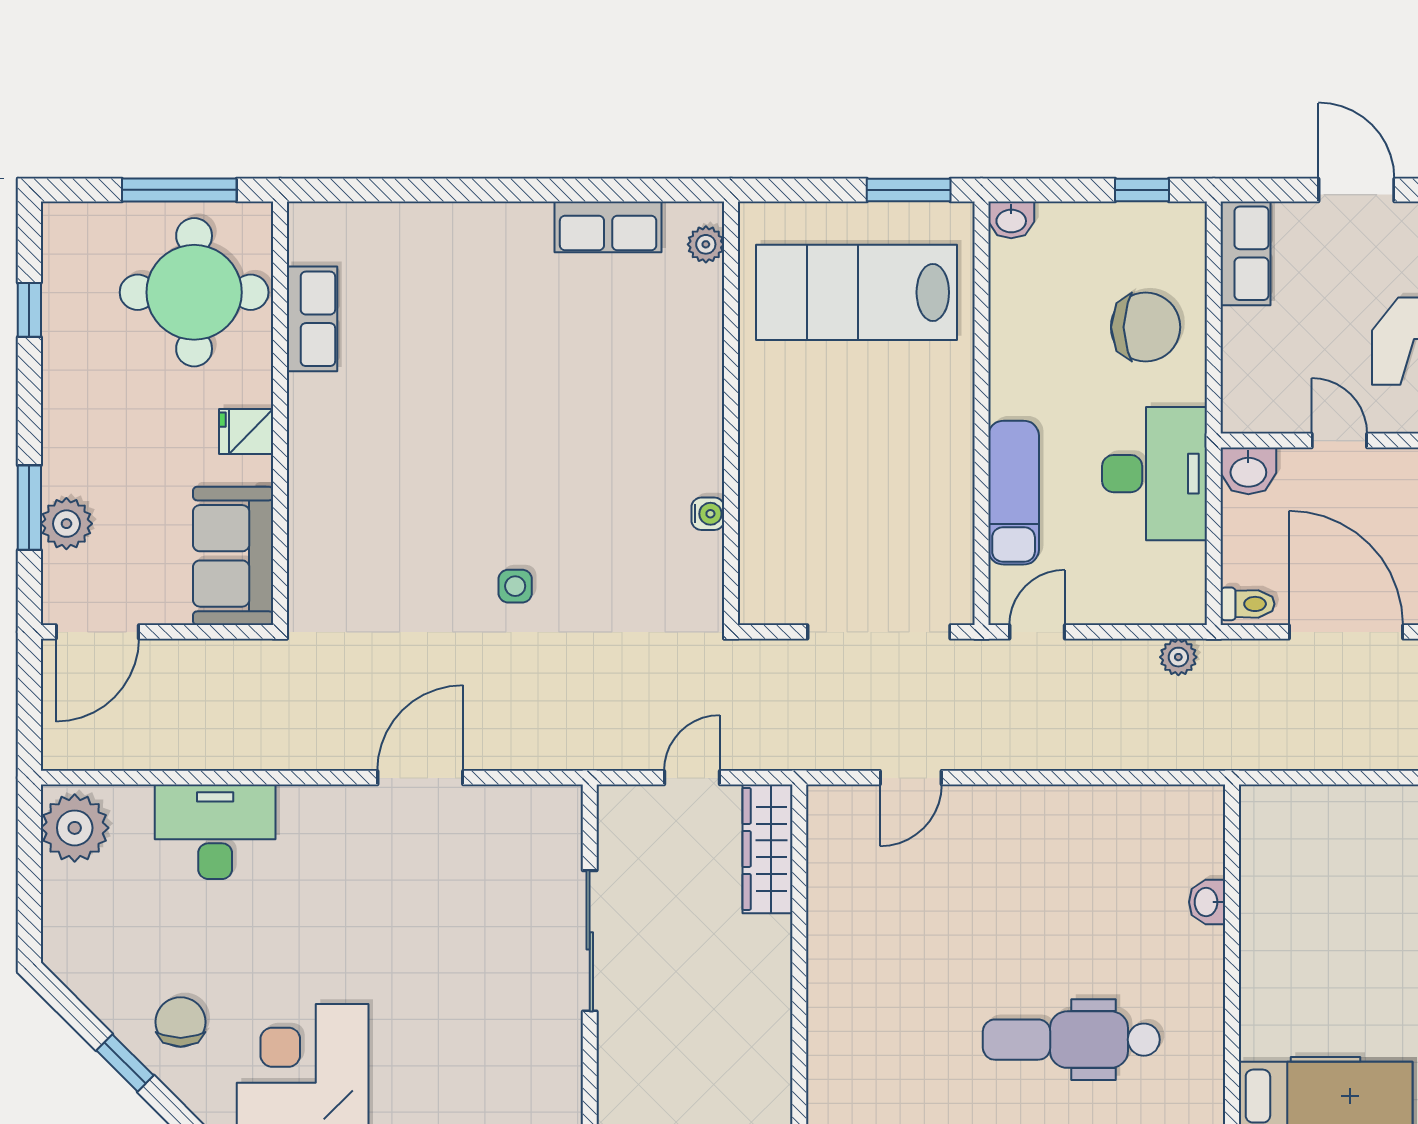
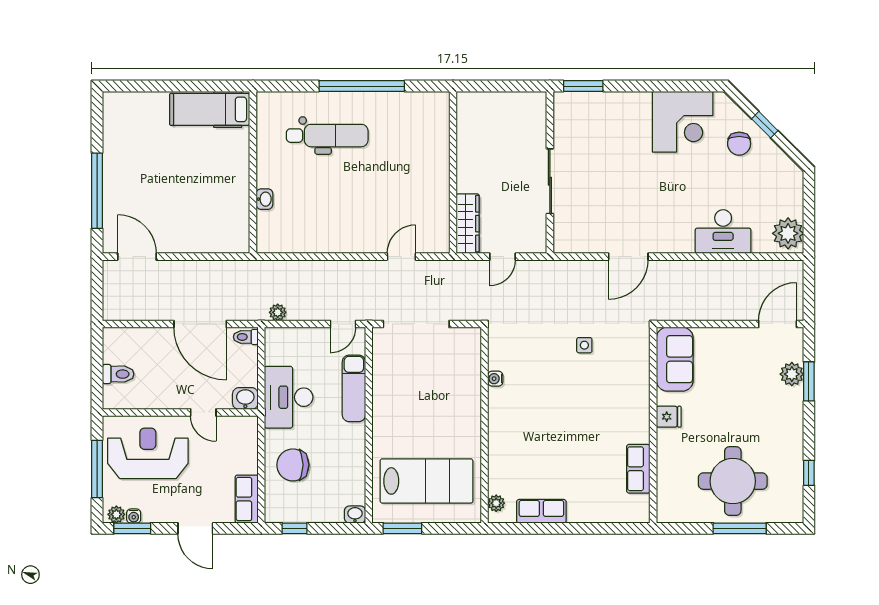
row of seats: (312, 319) -> (638, 469), moved
wall: (280, 413) -> (653, 425), moved
fridge: (246, 431) -> (669, 417), moved
sofa: (233, 556) -> (675, 359), moved

